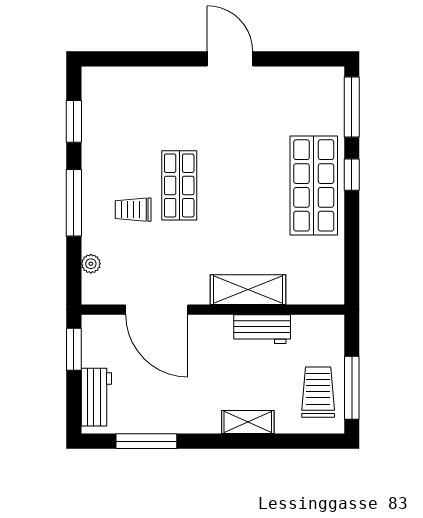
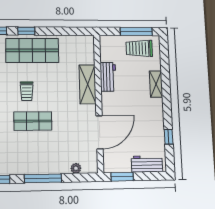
trolley: (133, 210) -> (27, 91), moved
window: (146, 441) -> (169, 137), width x0.46

